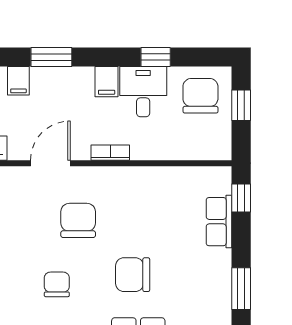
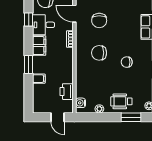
filing cabinet: (107, 82) -> (39, 46), width x2.00
door: (50, 163) -> (74, 14), moved
chair: (133, 275) -> (99, 20), moved

